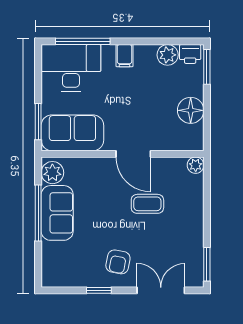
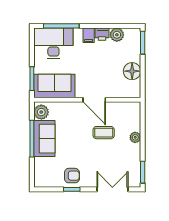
printer: (190, 54) -> (102, 34), moved
plant: (196, 165) -> (135, 137), moved
armchair: (118, 262) -> (72, 176), moved, turned -101

